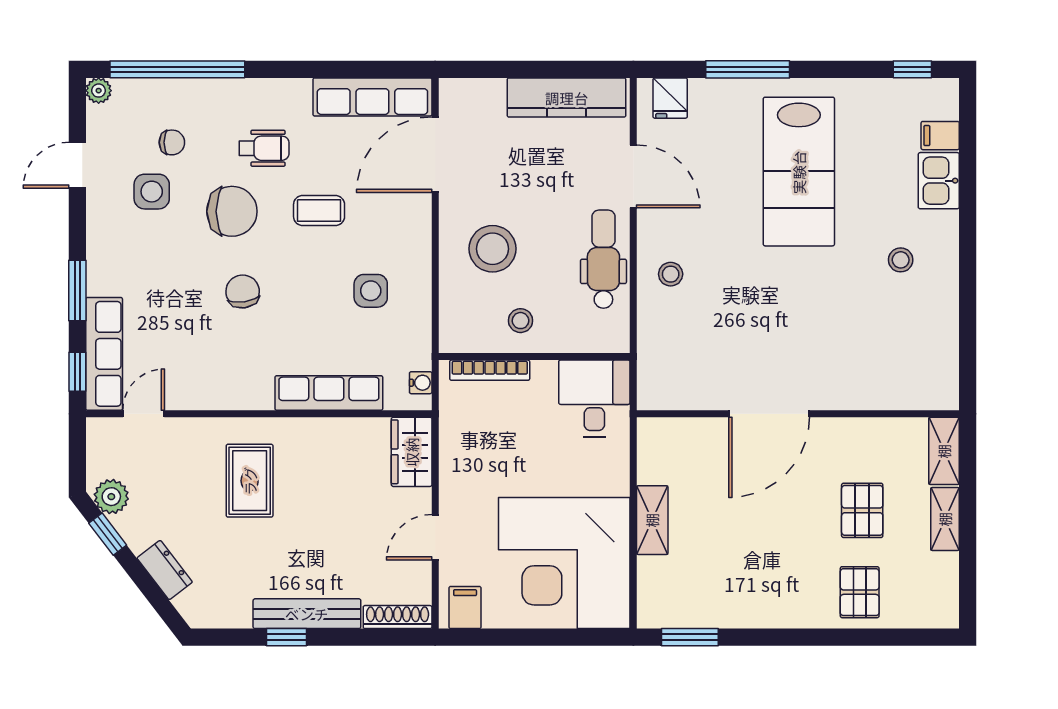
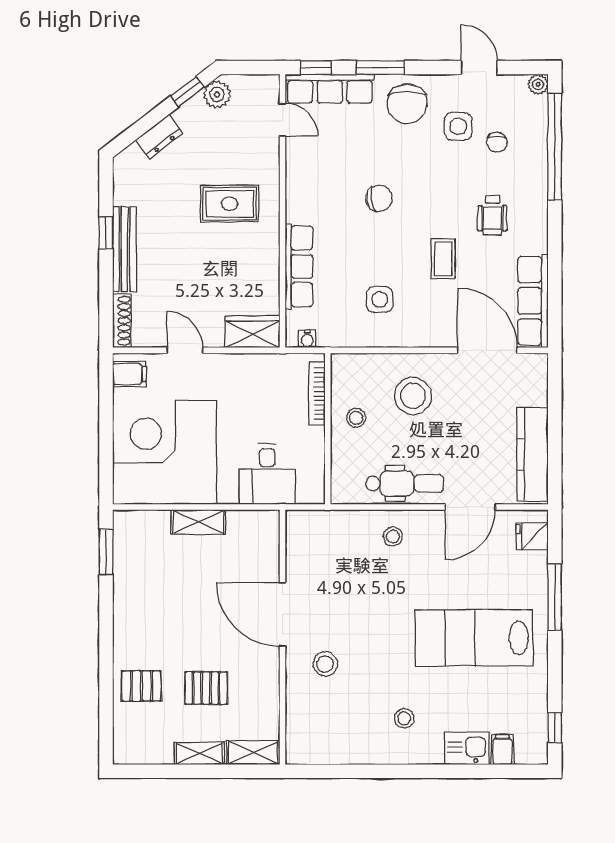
chair: (232, 211) -> (407, 104), moved
stool: (832, 360) -> (325, 664), added
desk: (594, 398) -> (267, 474), moved, turned 90

